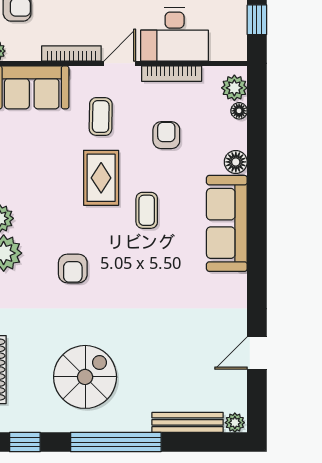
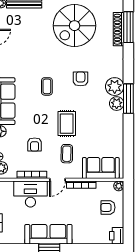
coffee table: (147, 210) -> (47, 86), moved
spiral stairs: (85, 377) -> (75, 26), width x1.37, depth x1.37

